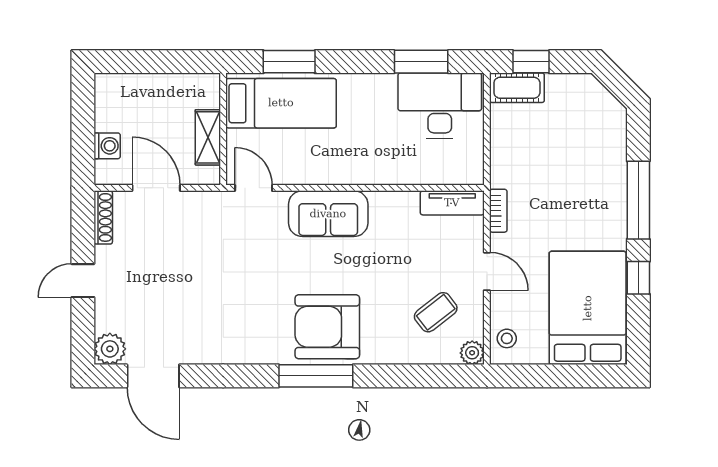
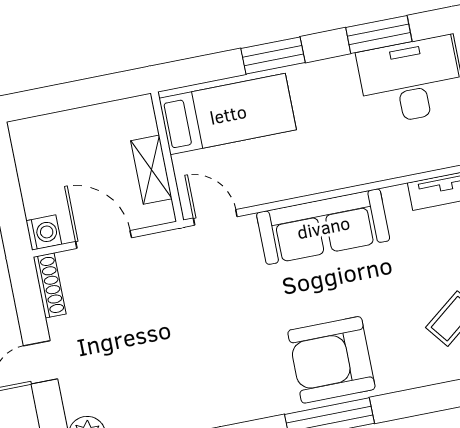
window: (289, 62) -> (273, 55), moved
washing machine: (107, 146) -> (44, 233), moved
sofa: (328, 214) -> (323, 227), width x1.36

